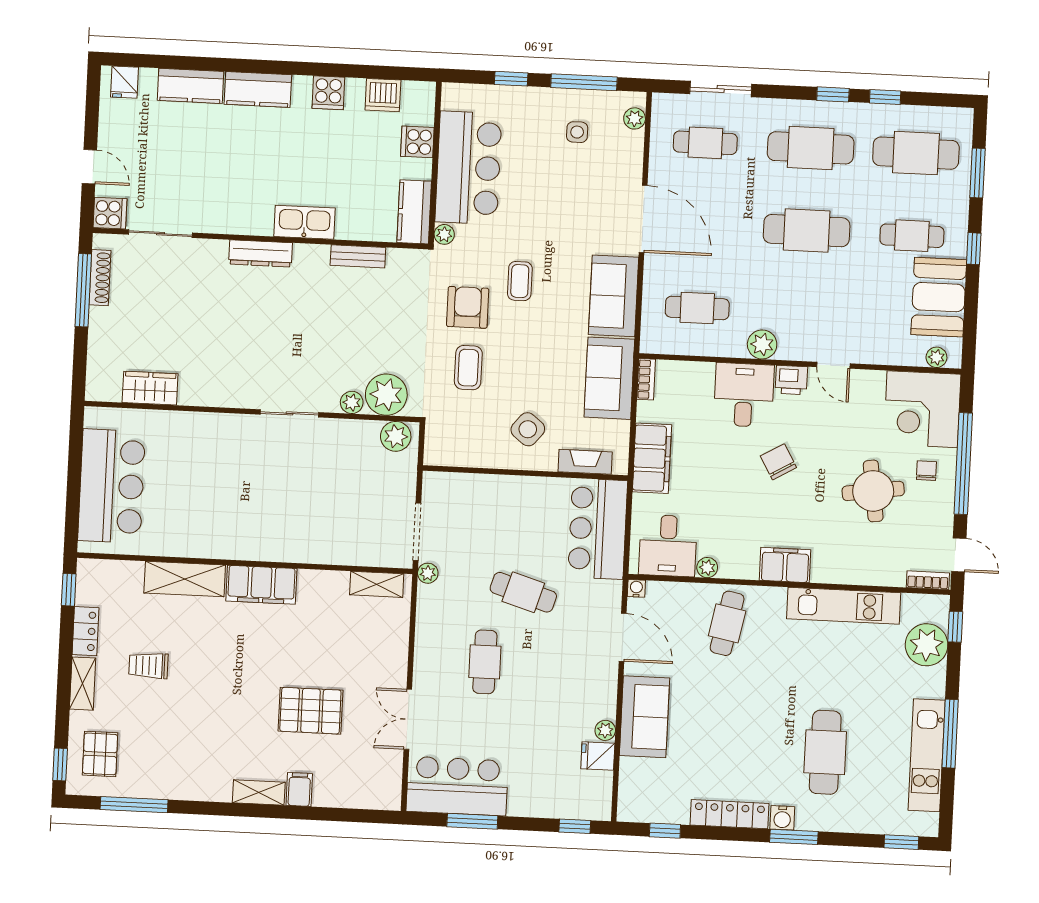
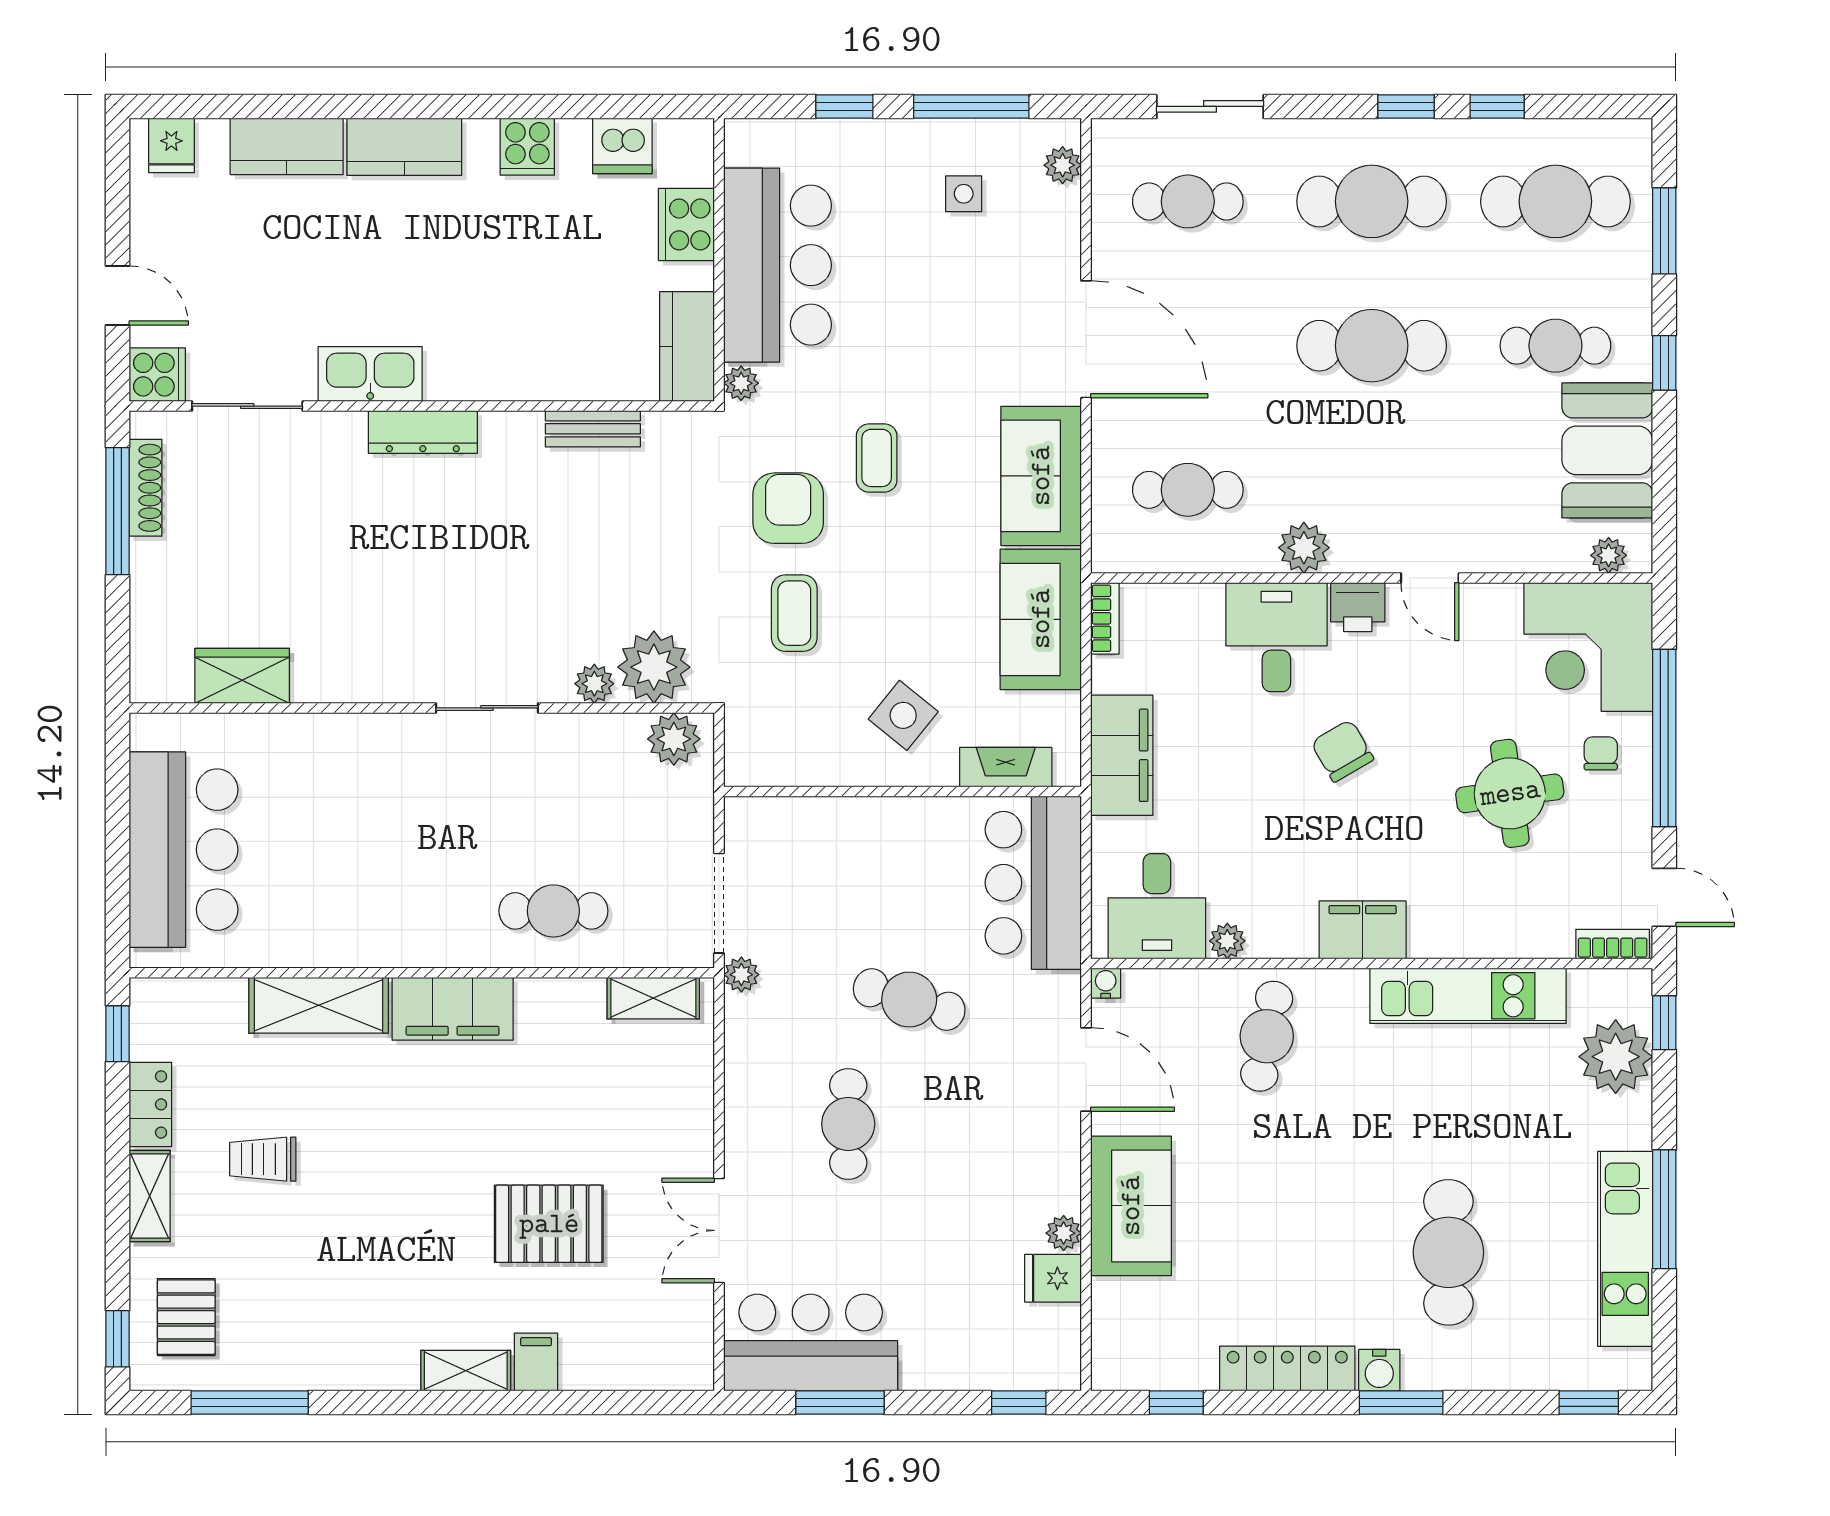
cooker: (417, 142) -> (686, 224), width x1.36
kitchen sink: (304, 222) -> (370, 374), moved
cafe table: (322, 532) -> (553, 911), added

